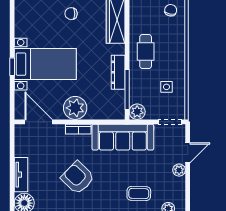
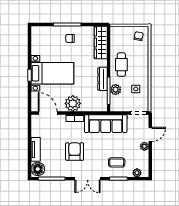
plant: (137, 112) -> (116, 90), moved
armchair: (78, 178) -> (75, 152), turned 46

